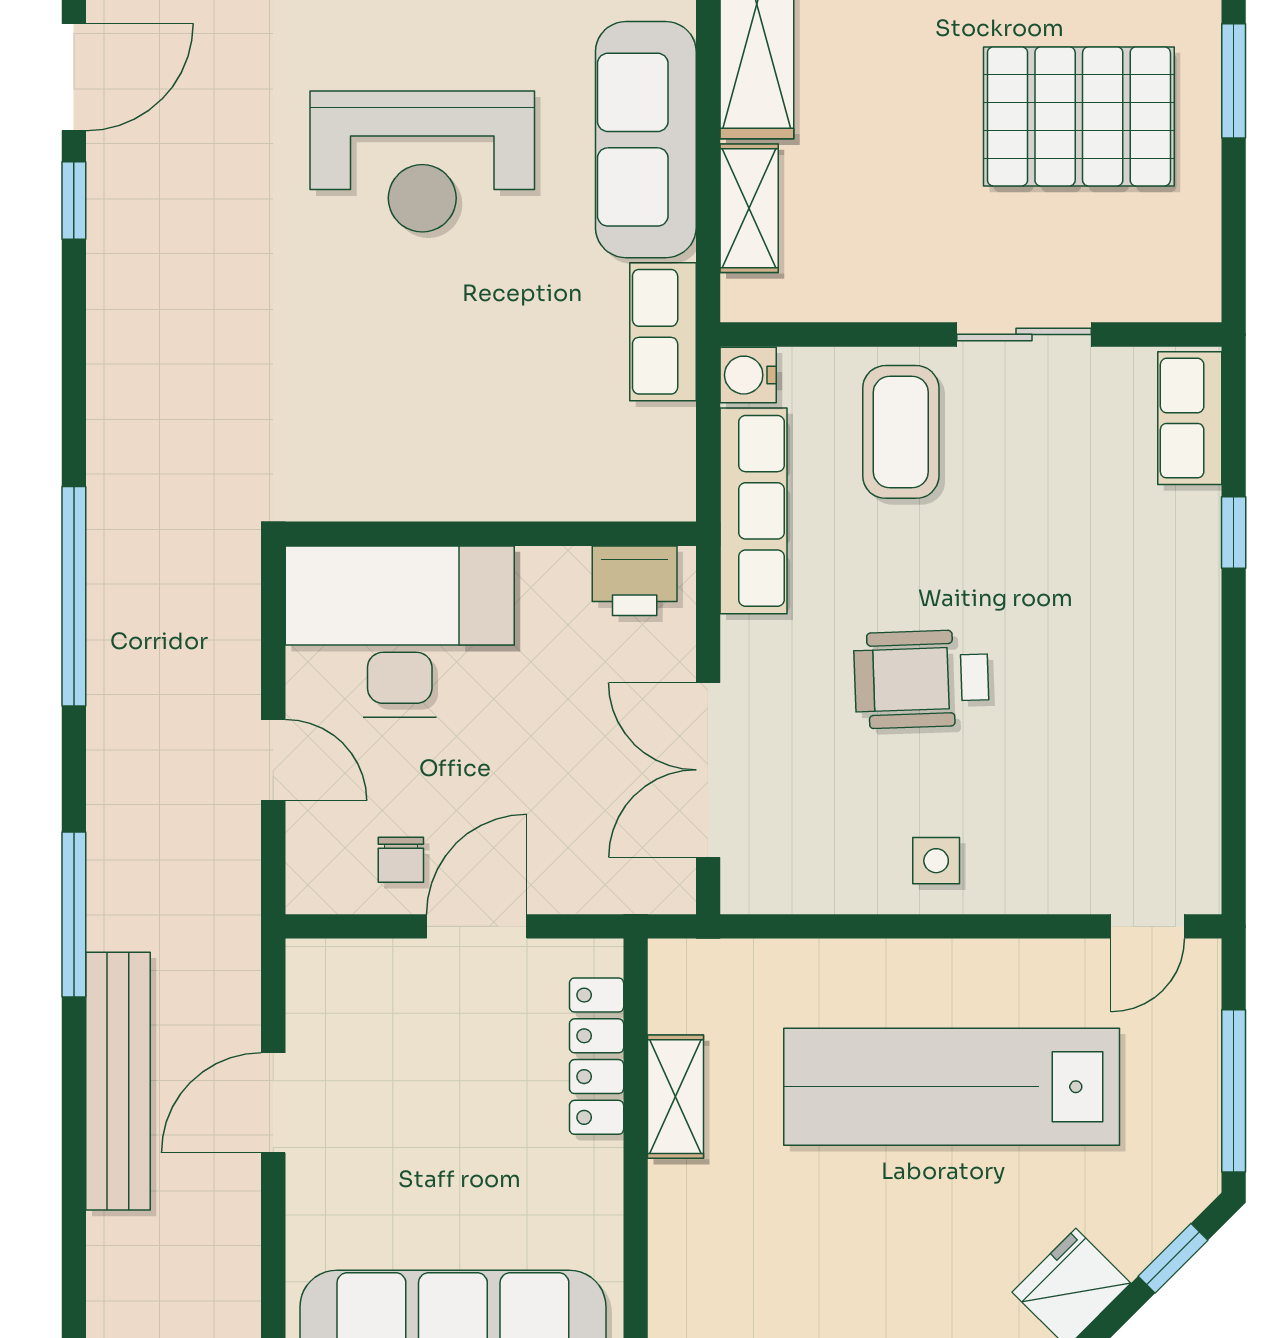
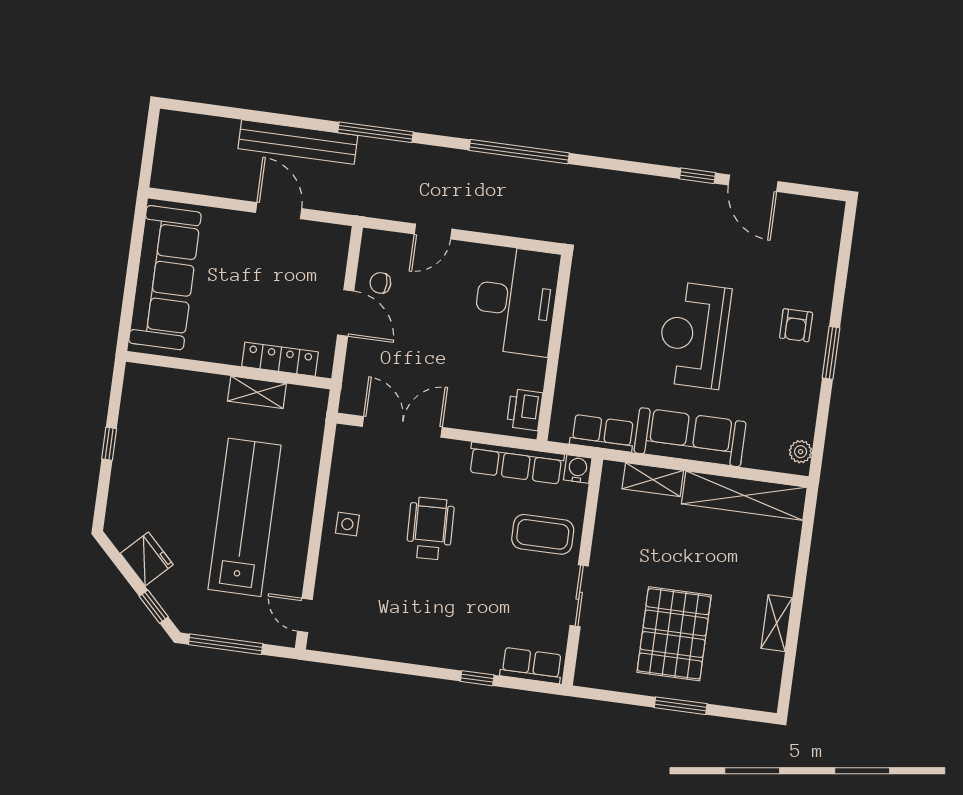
wall: (491, 534) -> (555, 348), moved
printer: (635, 581) -> (525, 410), moved
desk: (400, 632) -> (516, 301), moved

